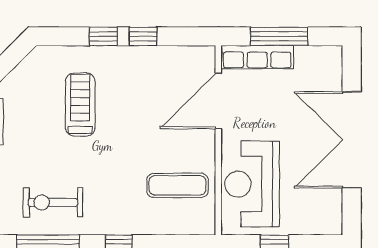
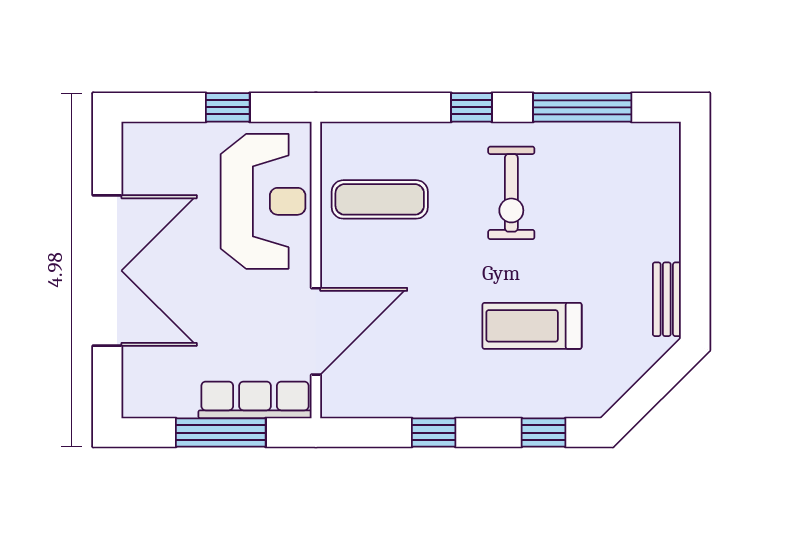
window: (103, 36) -> (544, 433), moved
treadmill: (80, 105) -> (532, 326), turned 90
exercise bike: (53, 202) -> (511, 193), moved, turned 90

